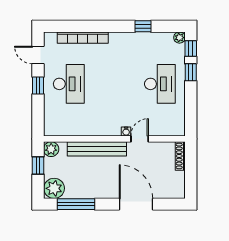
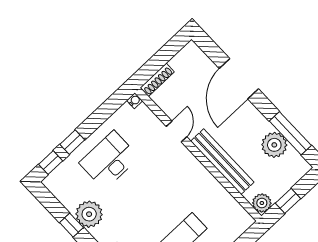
plant: (179, 38) -> (89, 214), moved, width x1.87, depth x1.87
water cooler: (126, 131) -> (135, 101), moved
door: (140, 139) -> (177, 132), swing flipped
plant: (54, 188) -> (274, 145), moved

